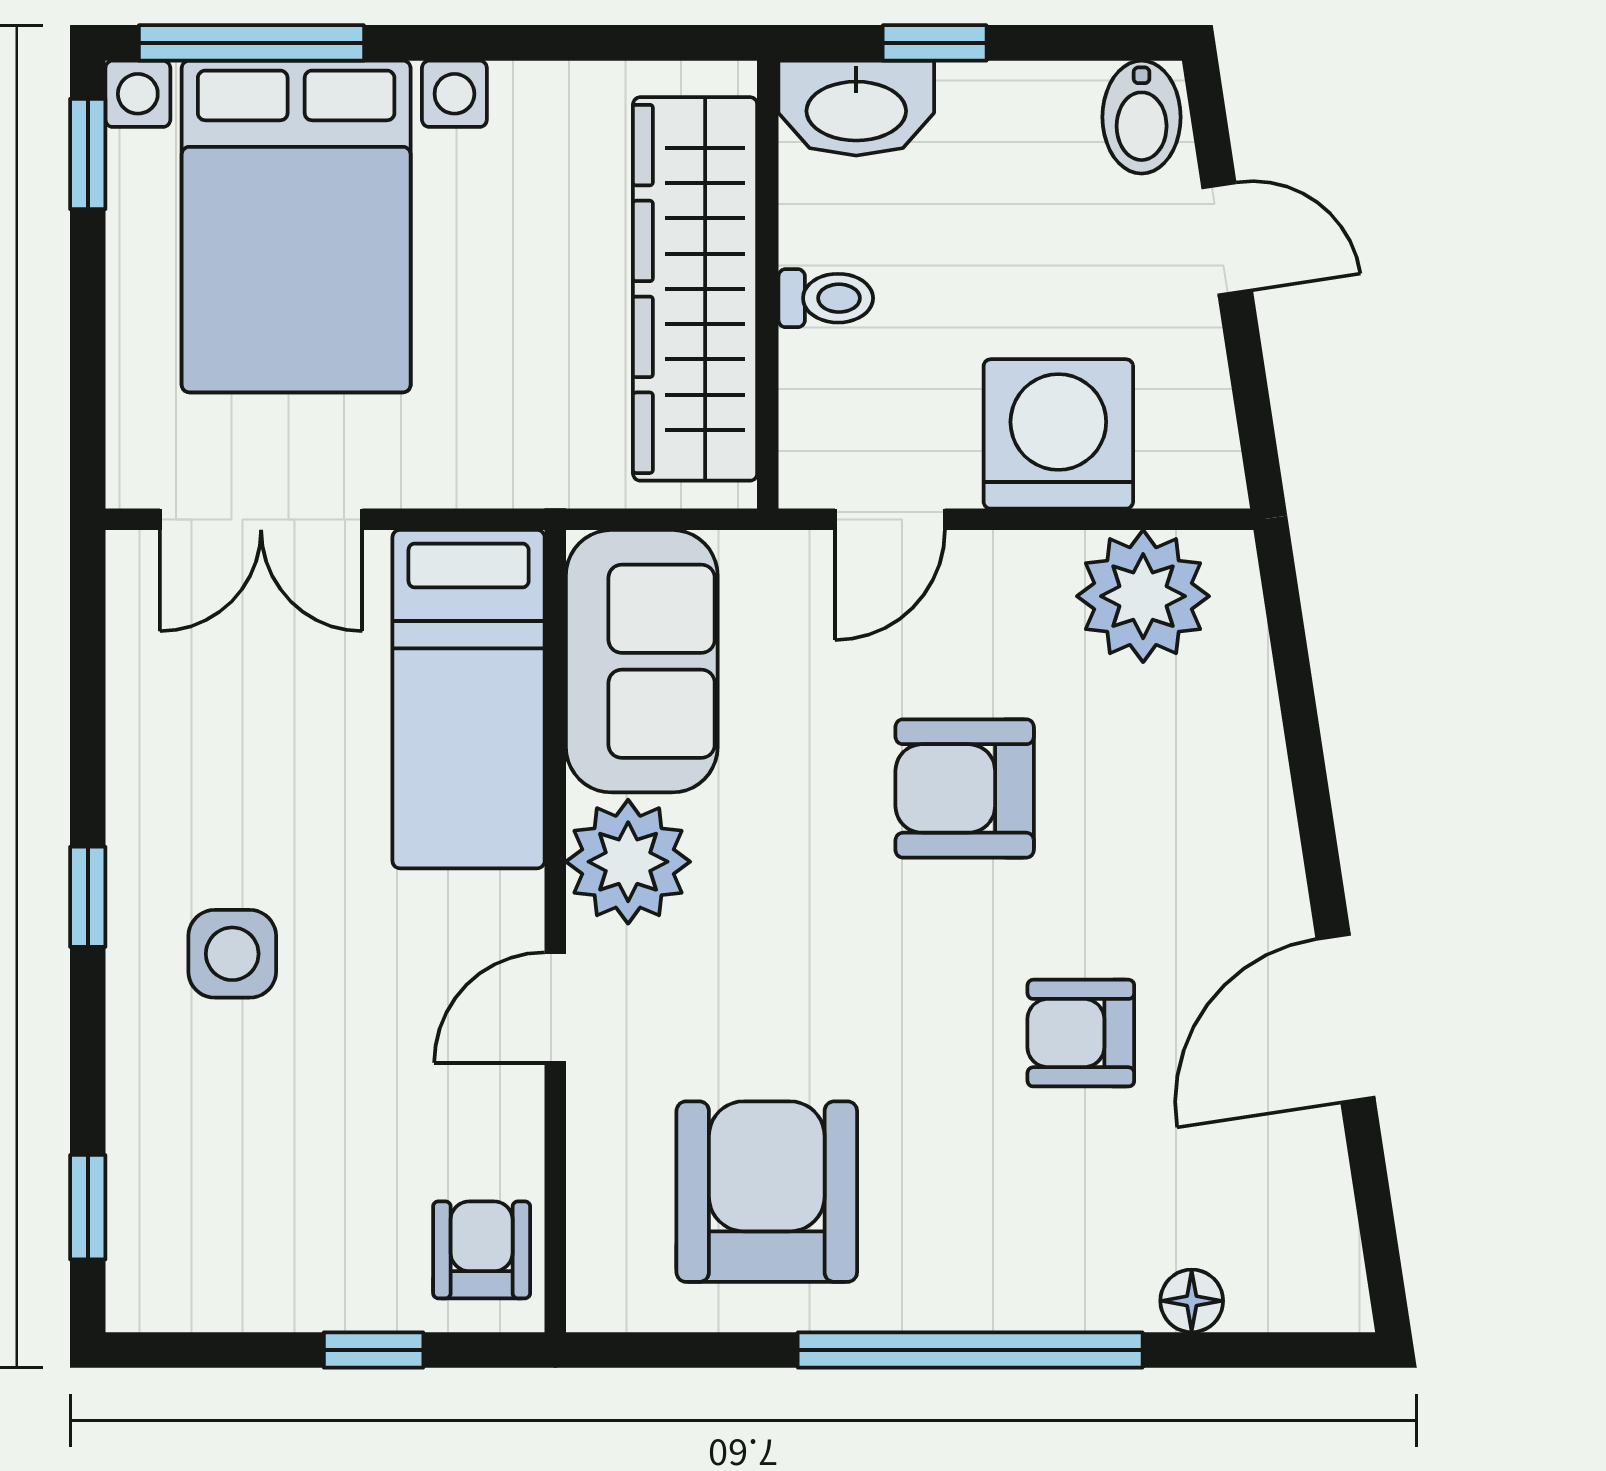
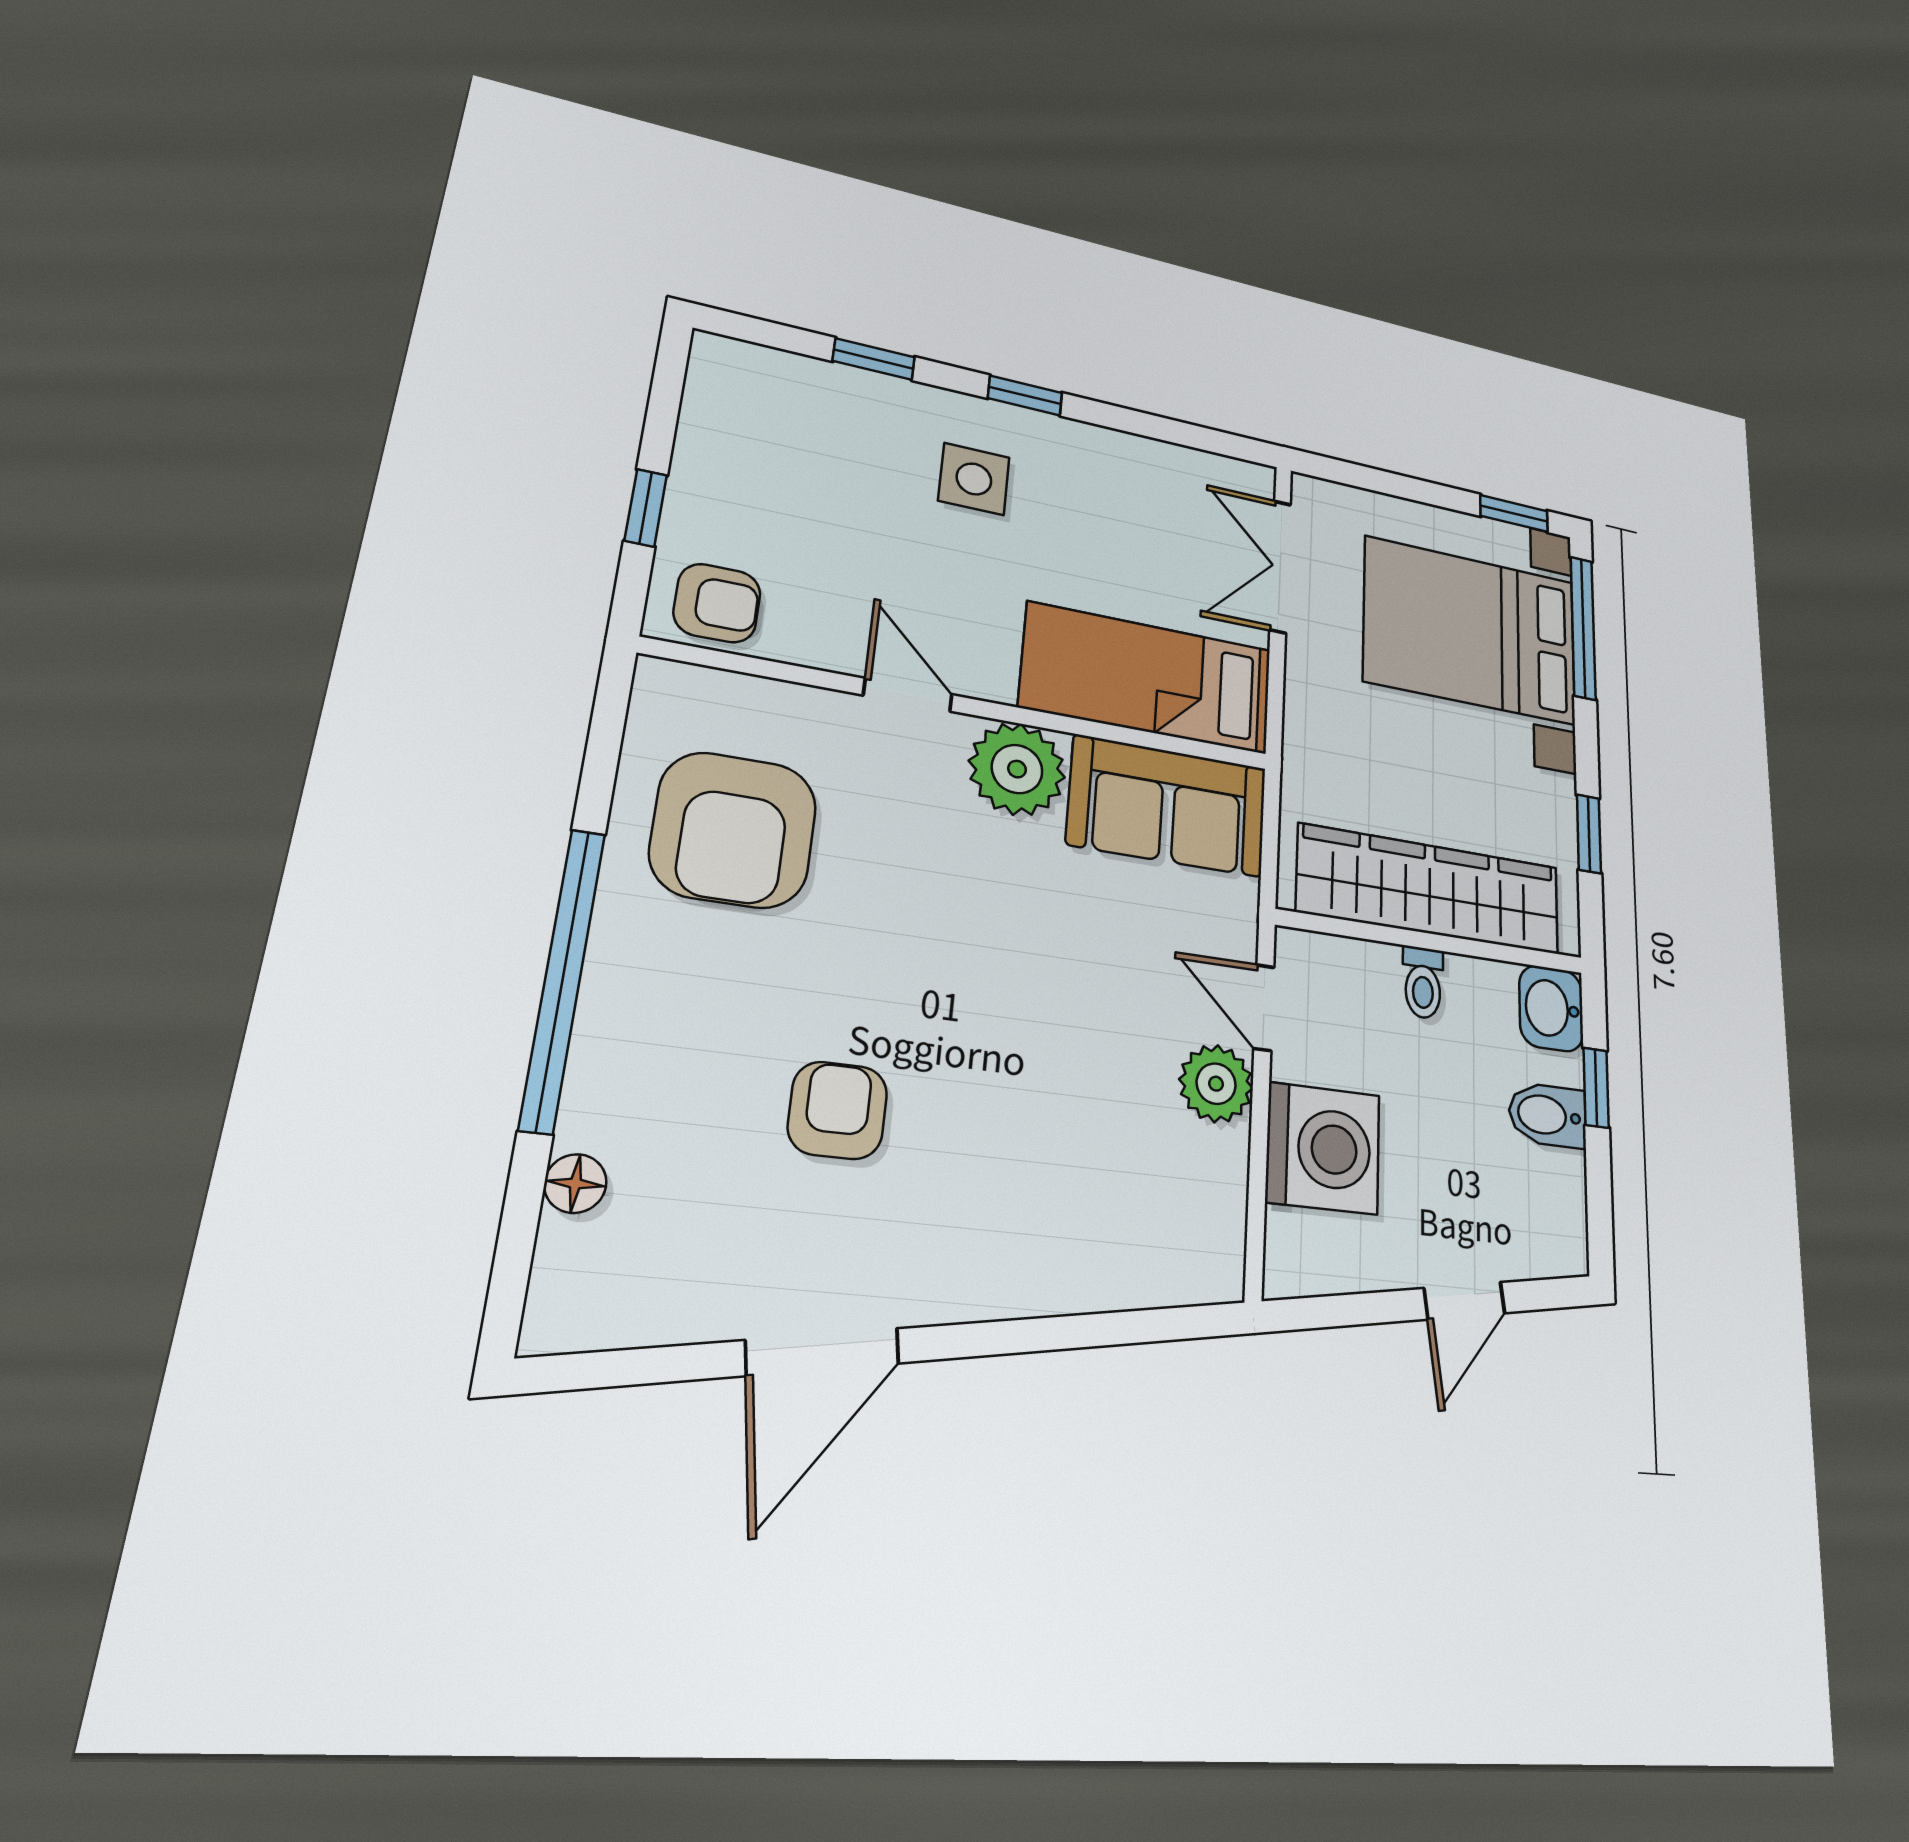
window: (573, 43) -> (1589, 834), added
washbasin: (856, 108) -> (1551, 1008), width x0.72
bidet: (1142, 117) -> (1547, 1115), moved
plant: (1143, 596) -> (1216, 1084), moved, width x0.73, depth x0.73
armchair: (965, 788) -> (1053, 1038), removed
door: (1346, 1018) -> (823, 1352), swing flipped
armchair: (767, 1192) -> (734, 830), turned 90
window: (88, 1207) -> (874, 359), moved

